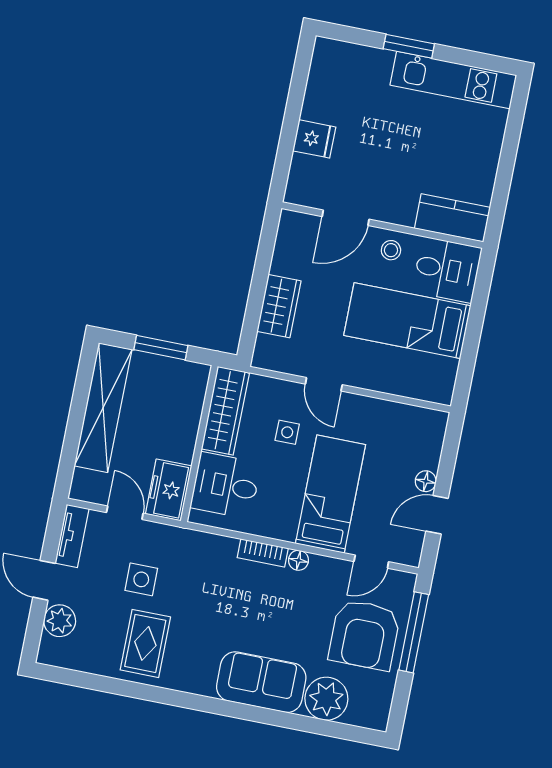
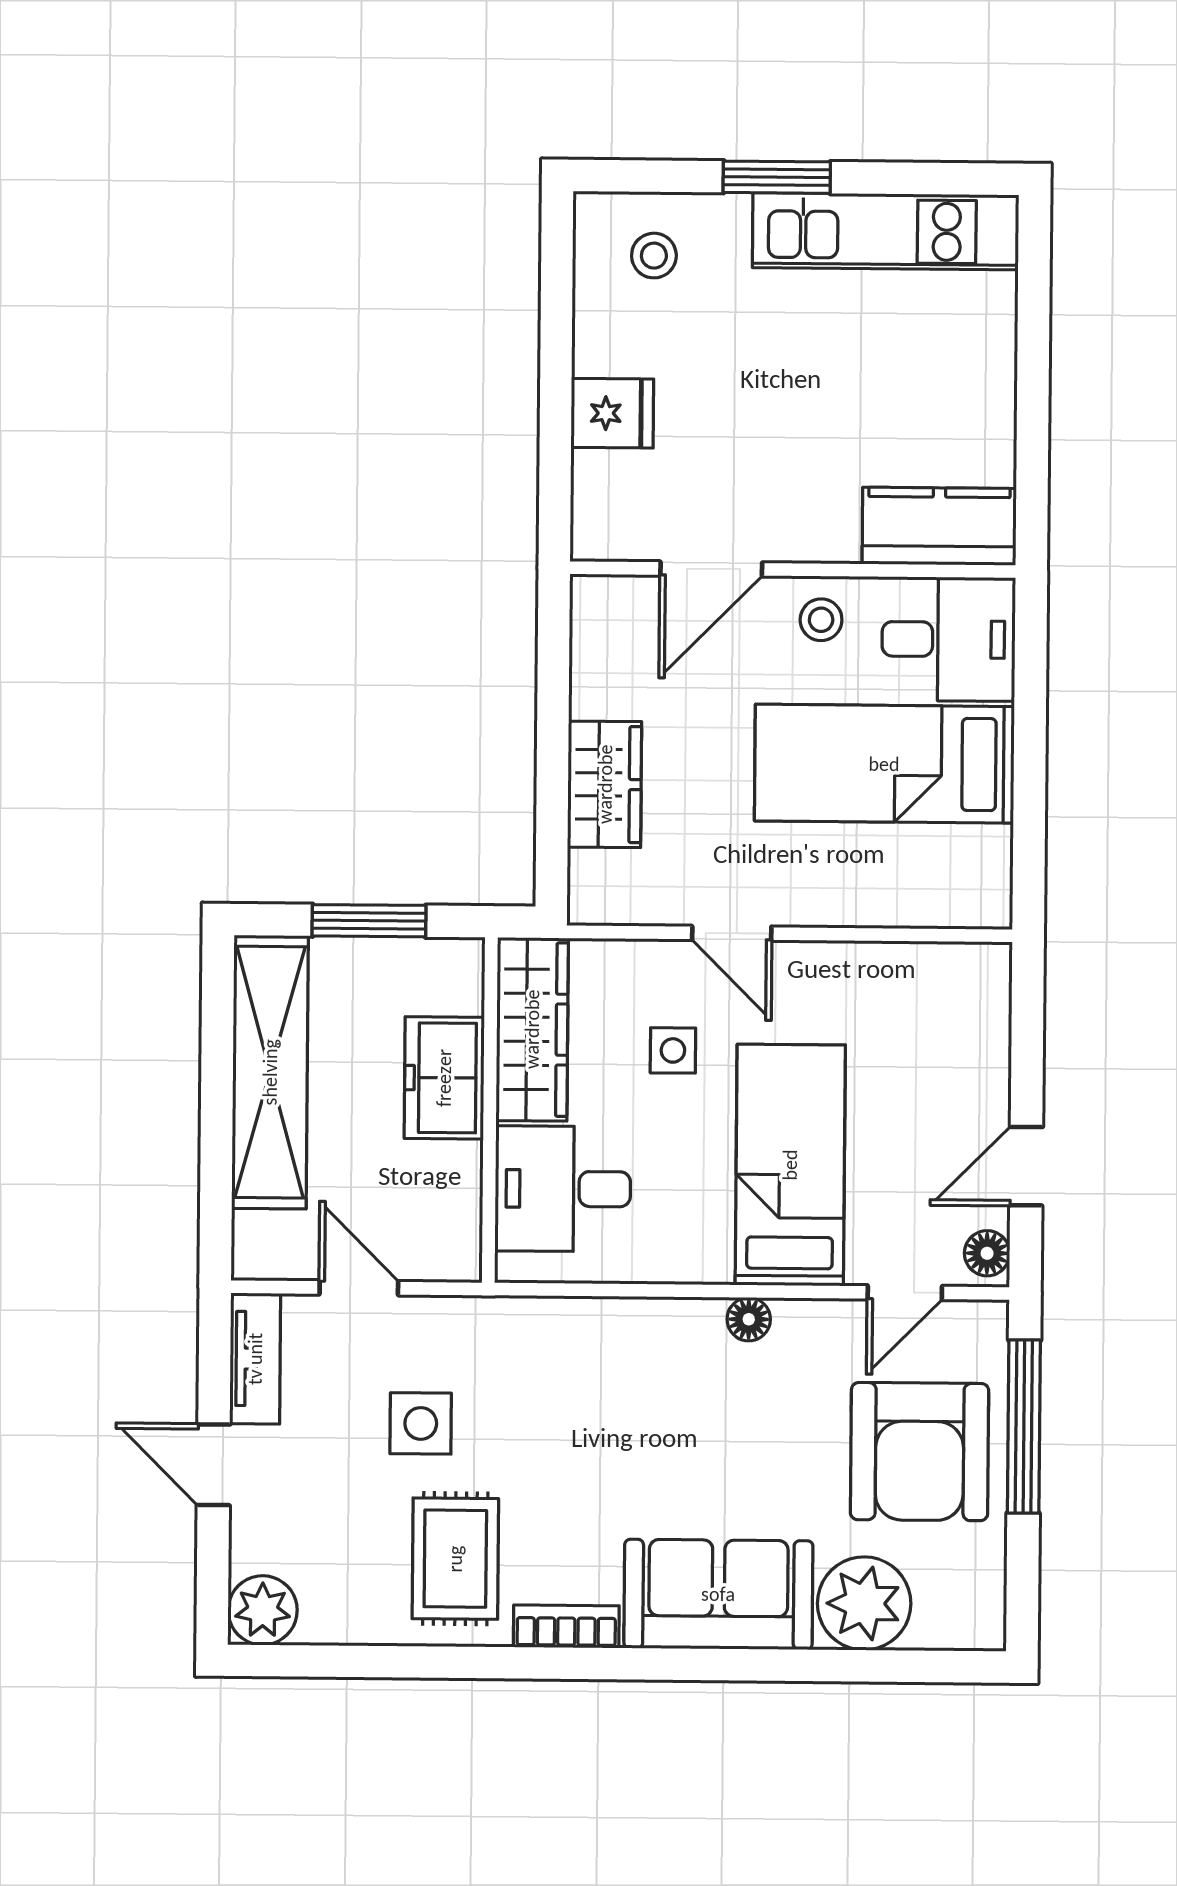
stool: (347, 71) -> (654, 256), added
floor lamp: (426, 481) -> (987, 1253), moved
freezer: (169, 490) -> (444, 1078), moved
bookcase: (263, 553) -> (566, 1626), moved, turned 180
plant: (60, 621) -> (263, 1610), moved

